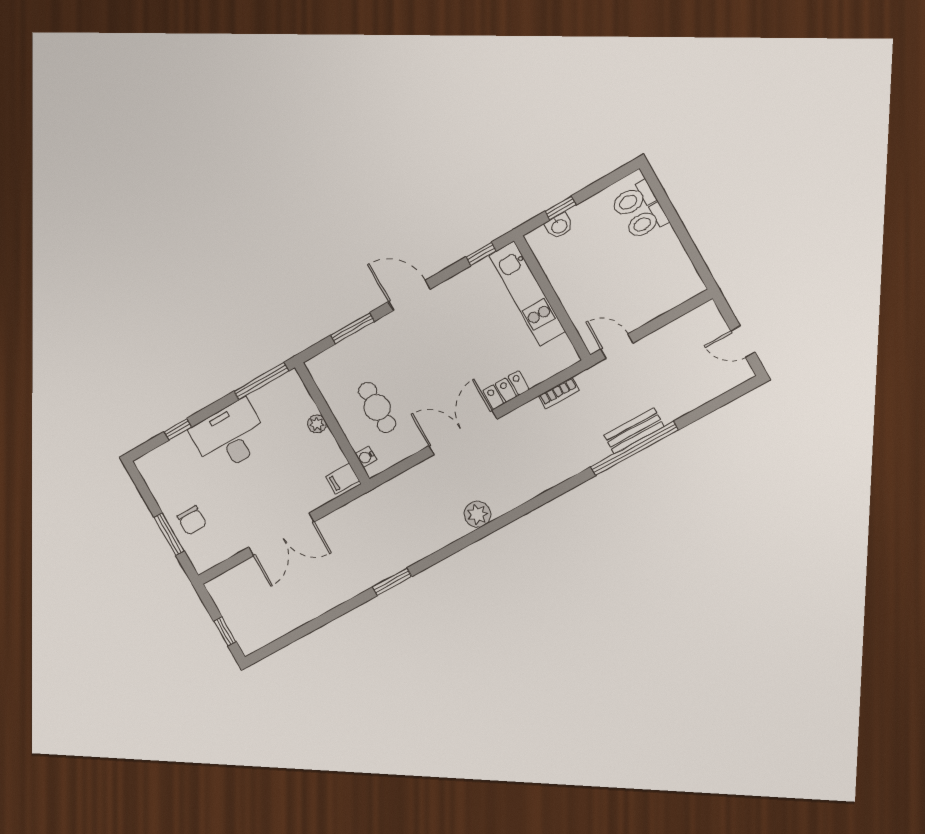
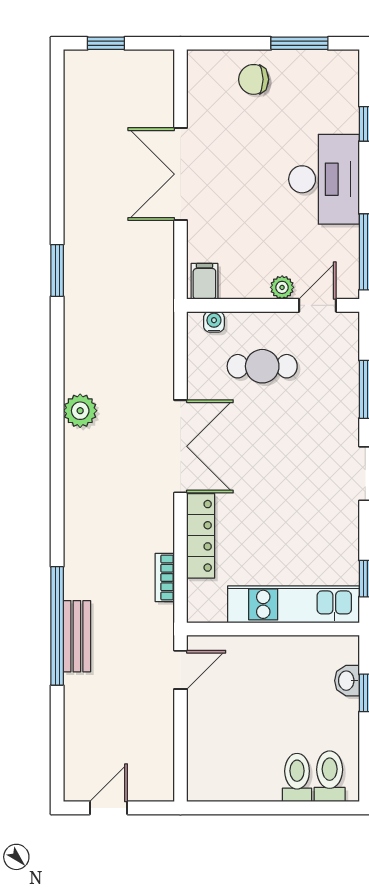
locker: (506, 390) -> (201, 536), width x1.53
door: (315, 393) -> (318, 305), added
window: (169, 534) -> (299, 43), moved

